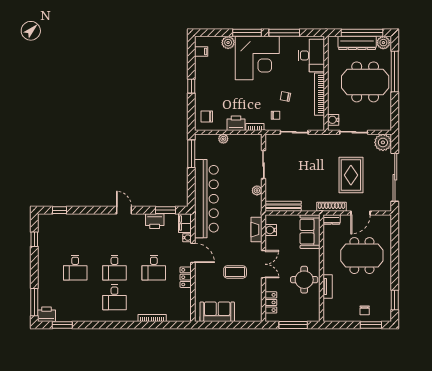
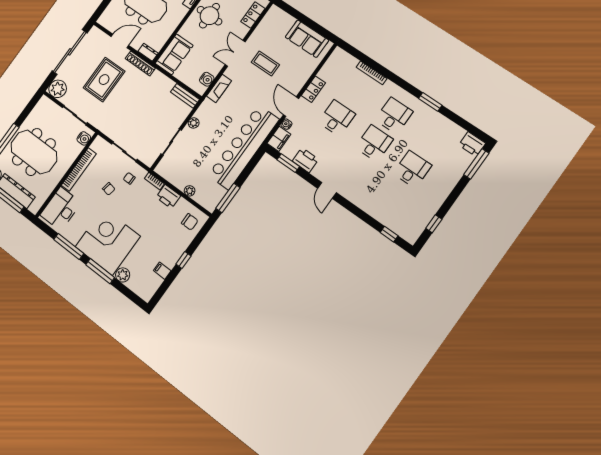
filing cabinet: (201, 51) -> (162, 271), moved
bench: (283, 206) -> (185, 96), width x0.73
window: (62, 325) -> (430, 102), moved

